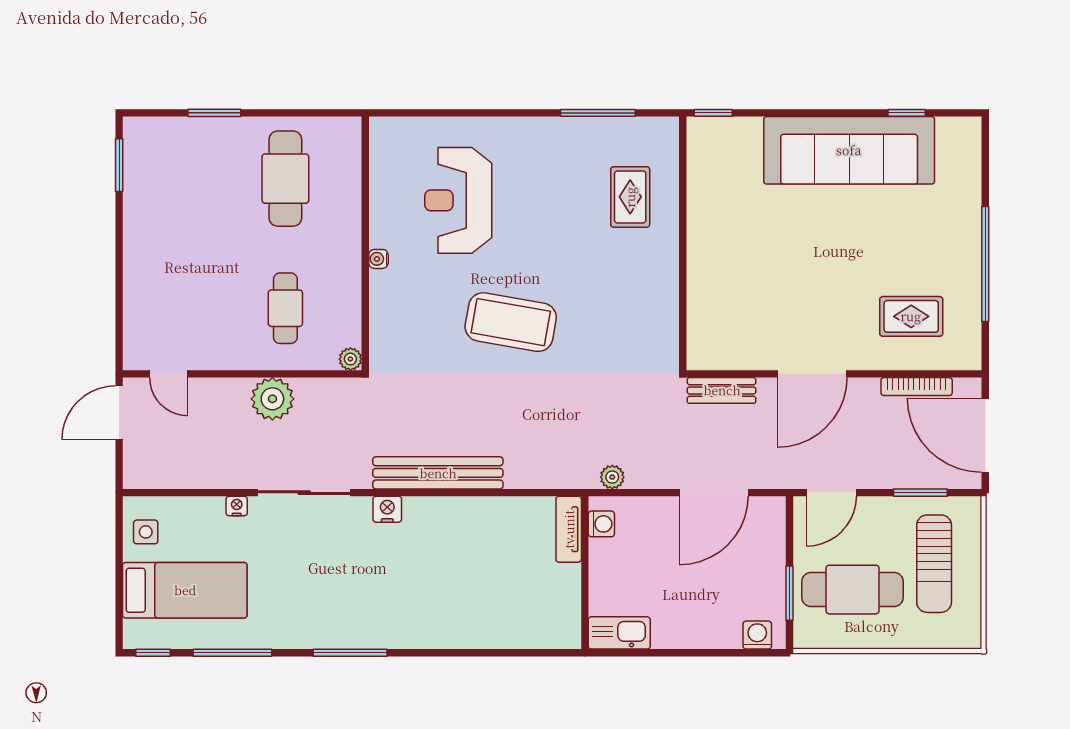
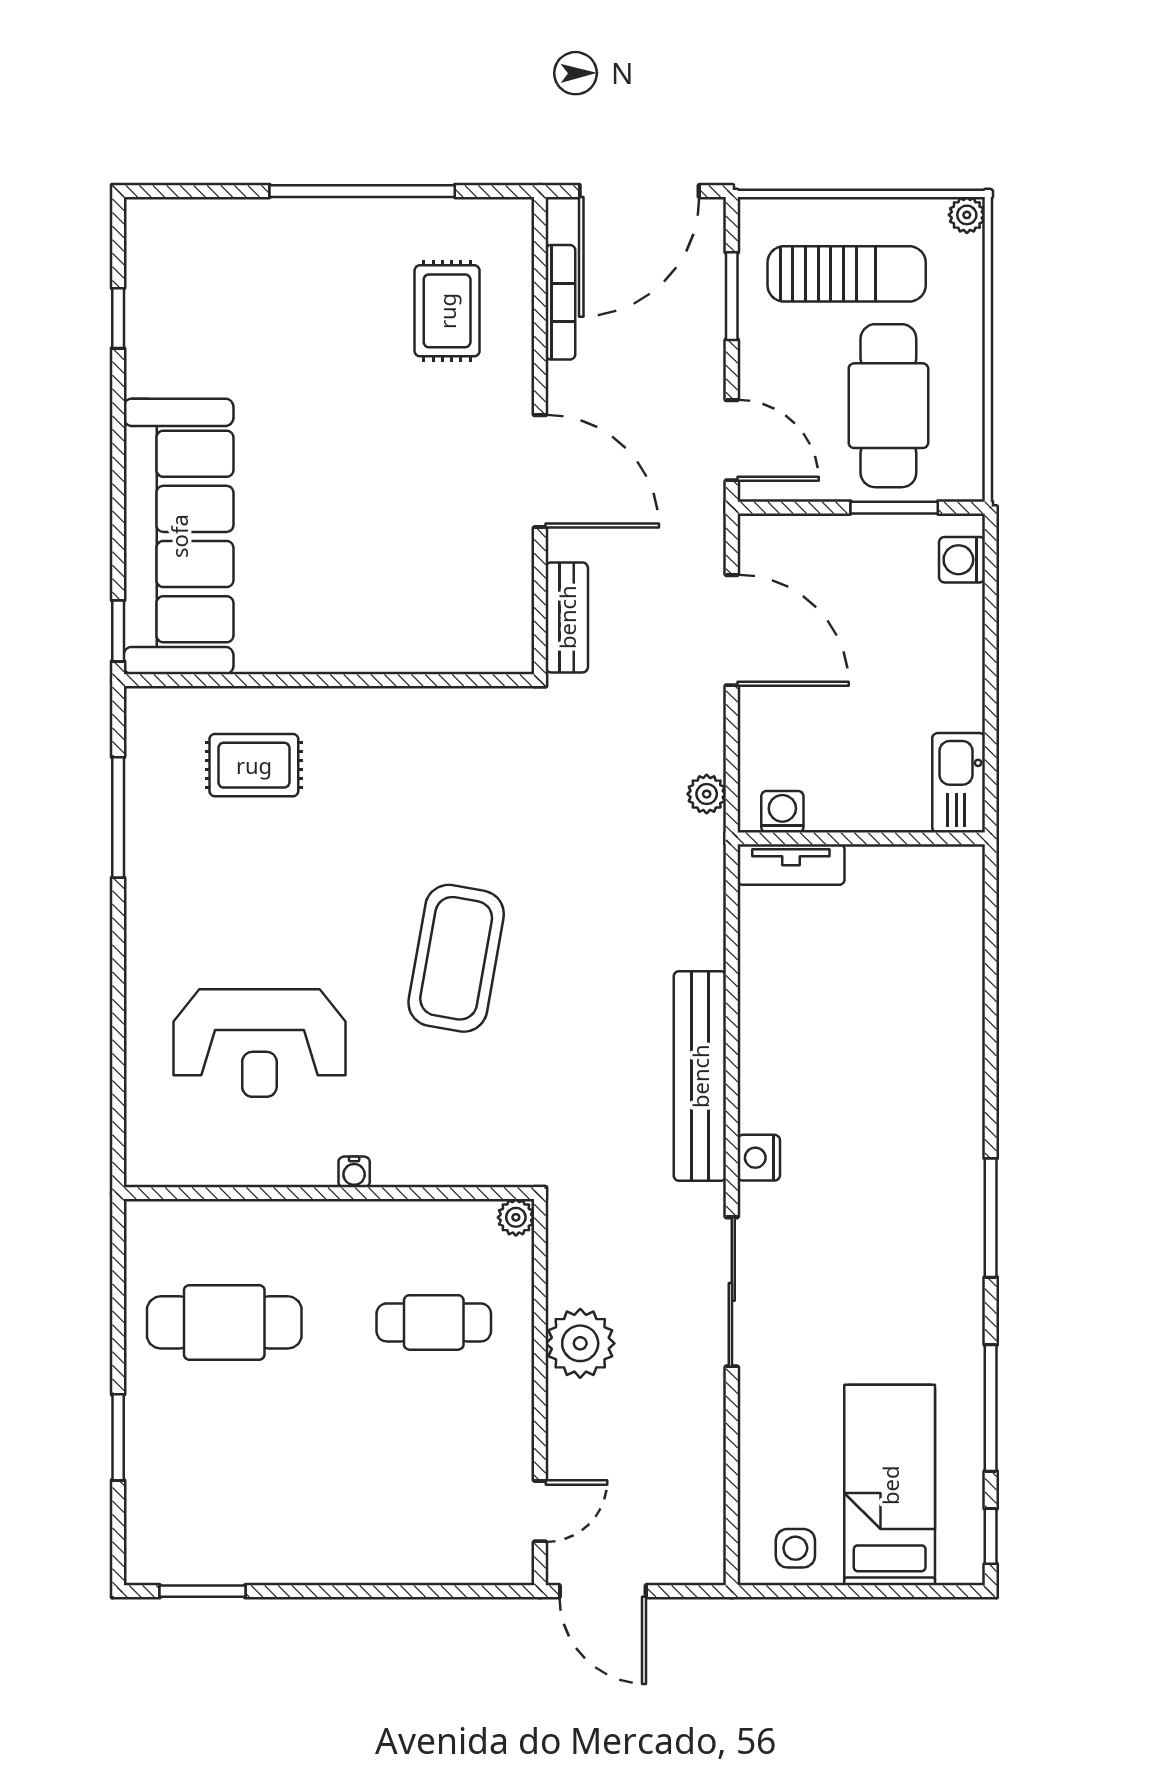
sofa: (849, 150) -> (179, 536), moved
nightstand: (237, 506) -> (753, 1401), removed
plant: (971, 638) -> (967, 215), added

